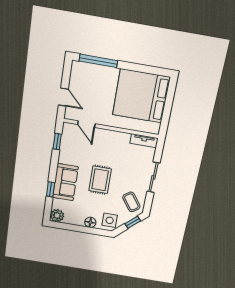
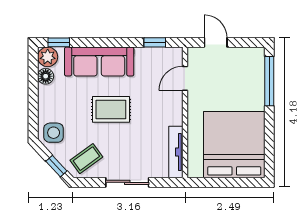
door: (63, 97) -> (216, 42), swing flipped
tv unit: (144, 141) -> (176, 152), width x1.41
sofa: (65, 182) -> (99, 62), width x1.36
window: (51, 189) -> (59, 42), moved
floor lamp: (90, 222) -> (46, 76), moved

